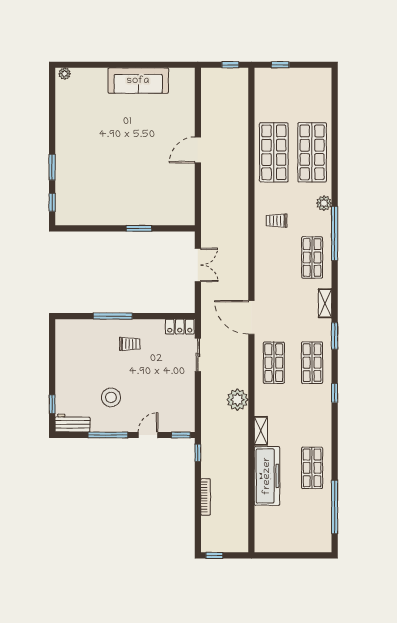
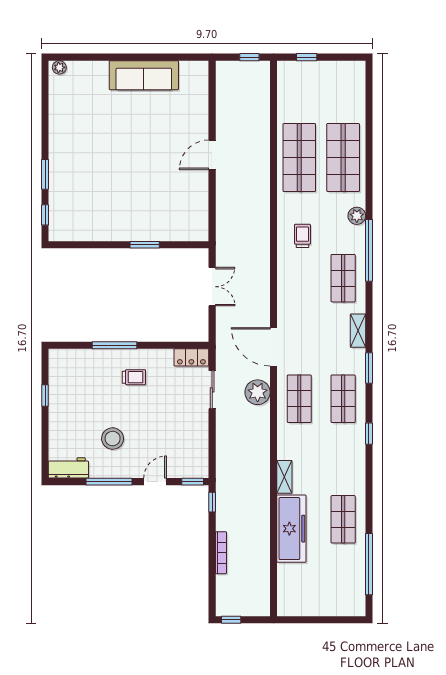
trolley: (277, 221) -> (302, 236), turned 90
plant: (237, 400) -> (258, 392), moved
window: (52, 404) -> (45, 396), moved

